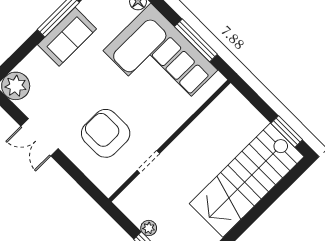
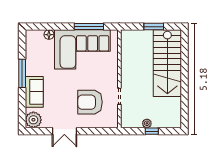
sofa: (67, 37) -> (34, 92), moved
window: (287, 131) -> (154, 27), moved

